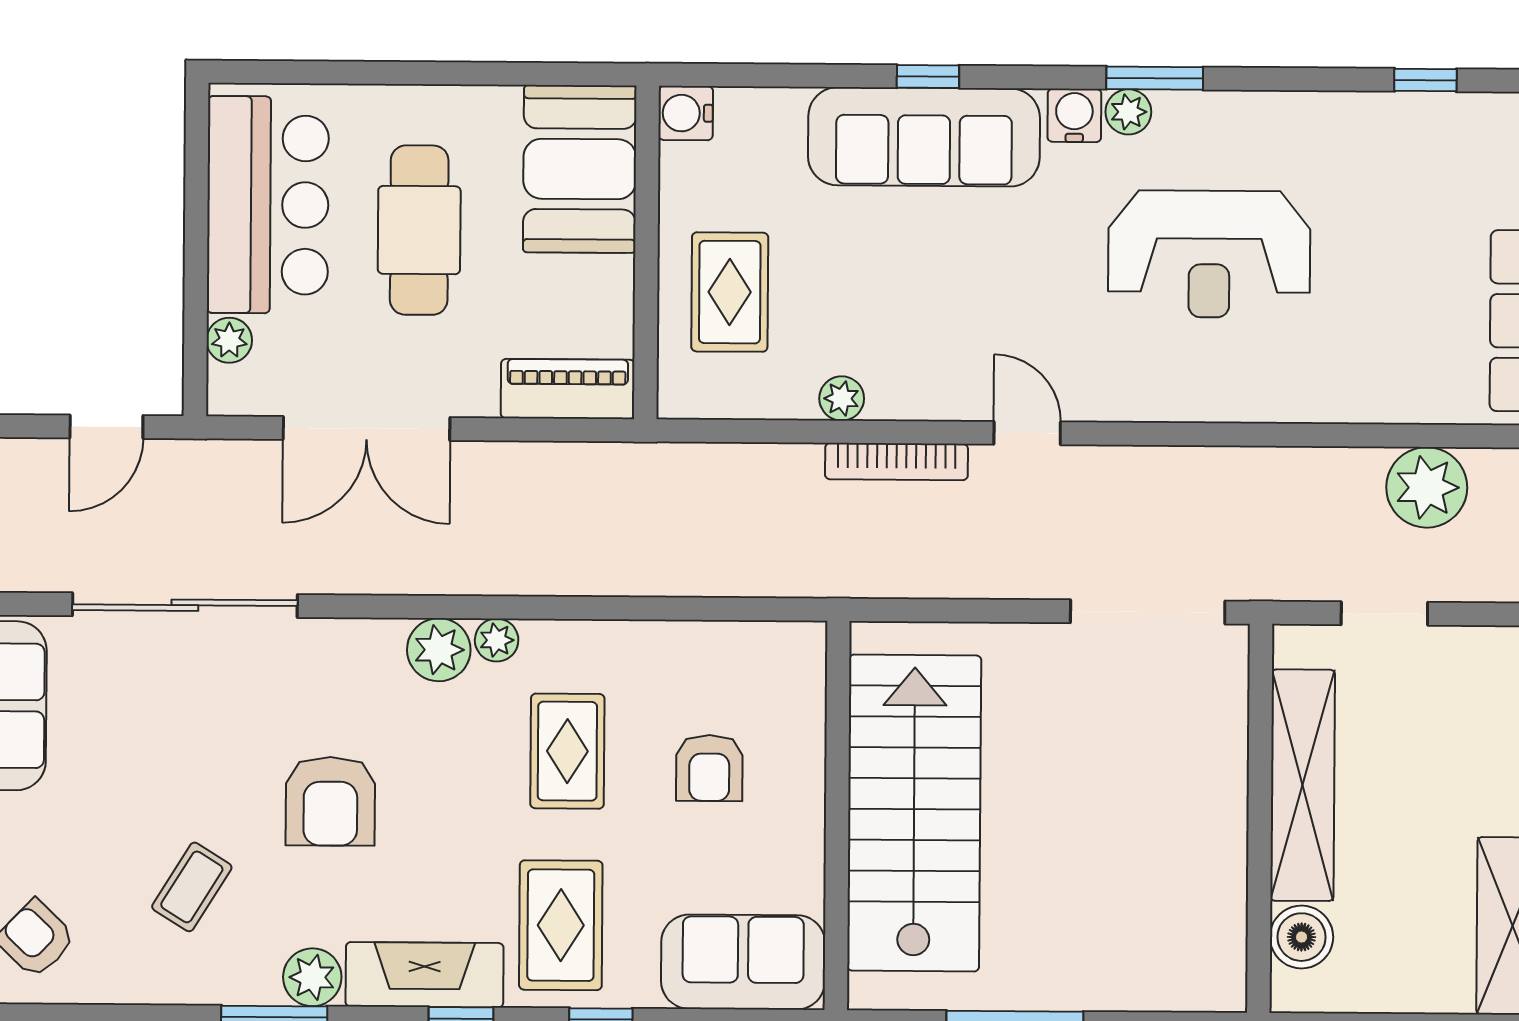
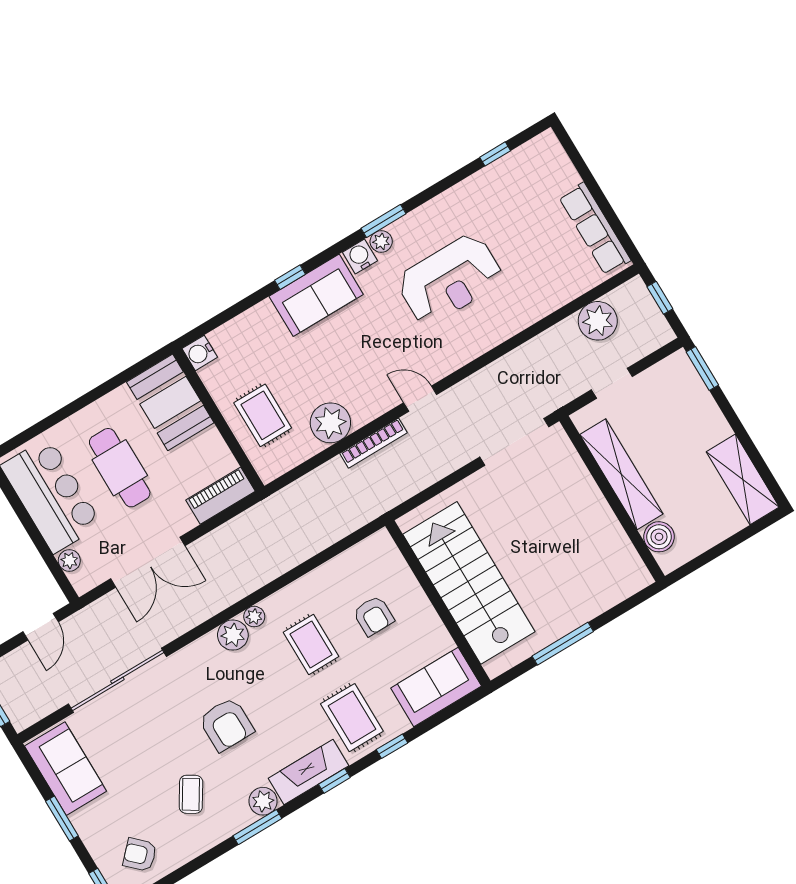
sofa: (924, 137) -> (316, 295), width x0.73
plant: (842, 398) -> (330, 423), width x1.88, depth x1.88

